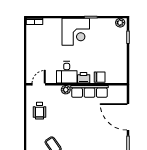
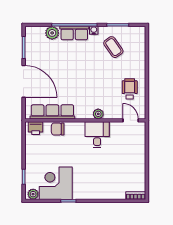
corner desk: (76, 32) -> (56, 183), moved
printer: (84, 78) -> (36, 128), moved
door: (39, 84) -> (131, 120), swing flipped
row of seats: (89, 91) -> (52, 112), moved

